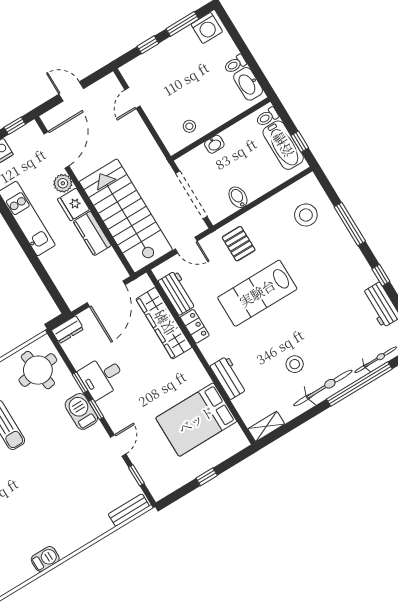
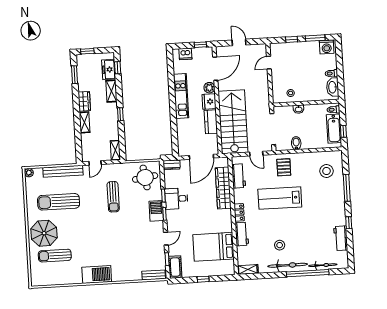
locker: (195, 326) -> (239, 212), moved
cot: (155, 481) -> (175, 267), added
barbecue: (45, 559) -> (97, 274), width x1.88, depth x1.53

